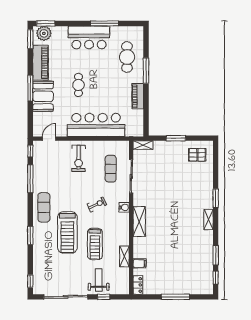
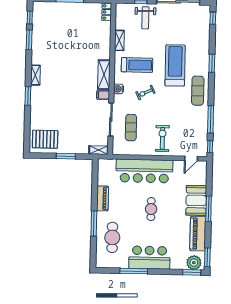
cafe table: (78, 85) -> (151, 209), moved
pallet: (197, 155) -> (45, 139), width x1.50, depth x1.42
treadmill: (95, 244) -> (137, 65), moved, turned 90
filing cabinet: (140, 263) -> (103, 95), moved

